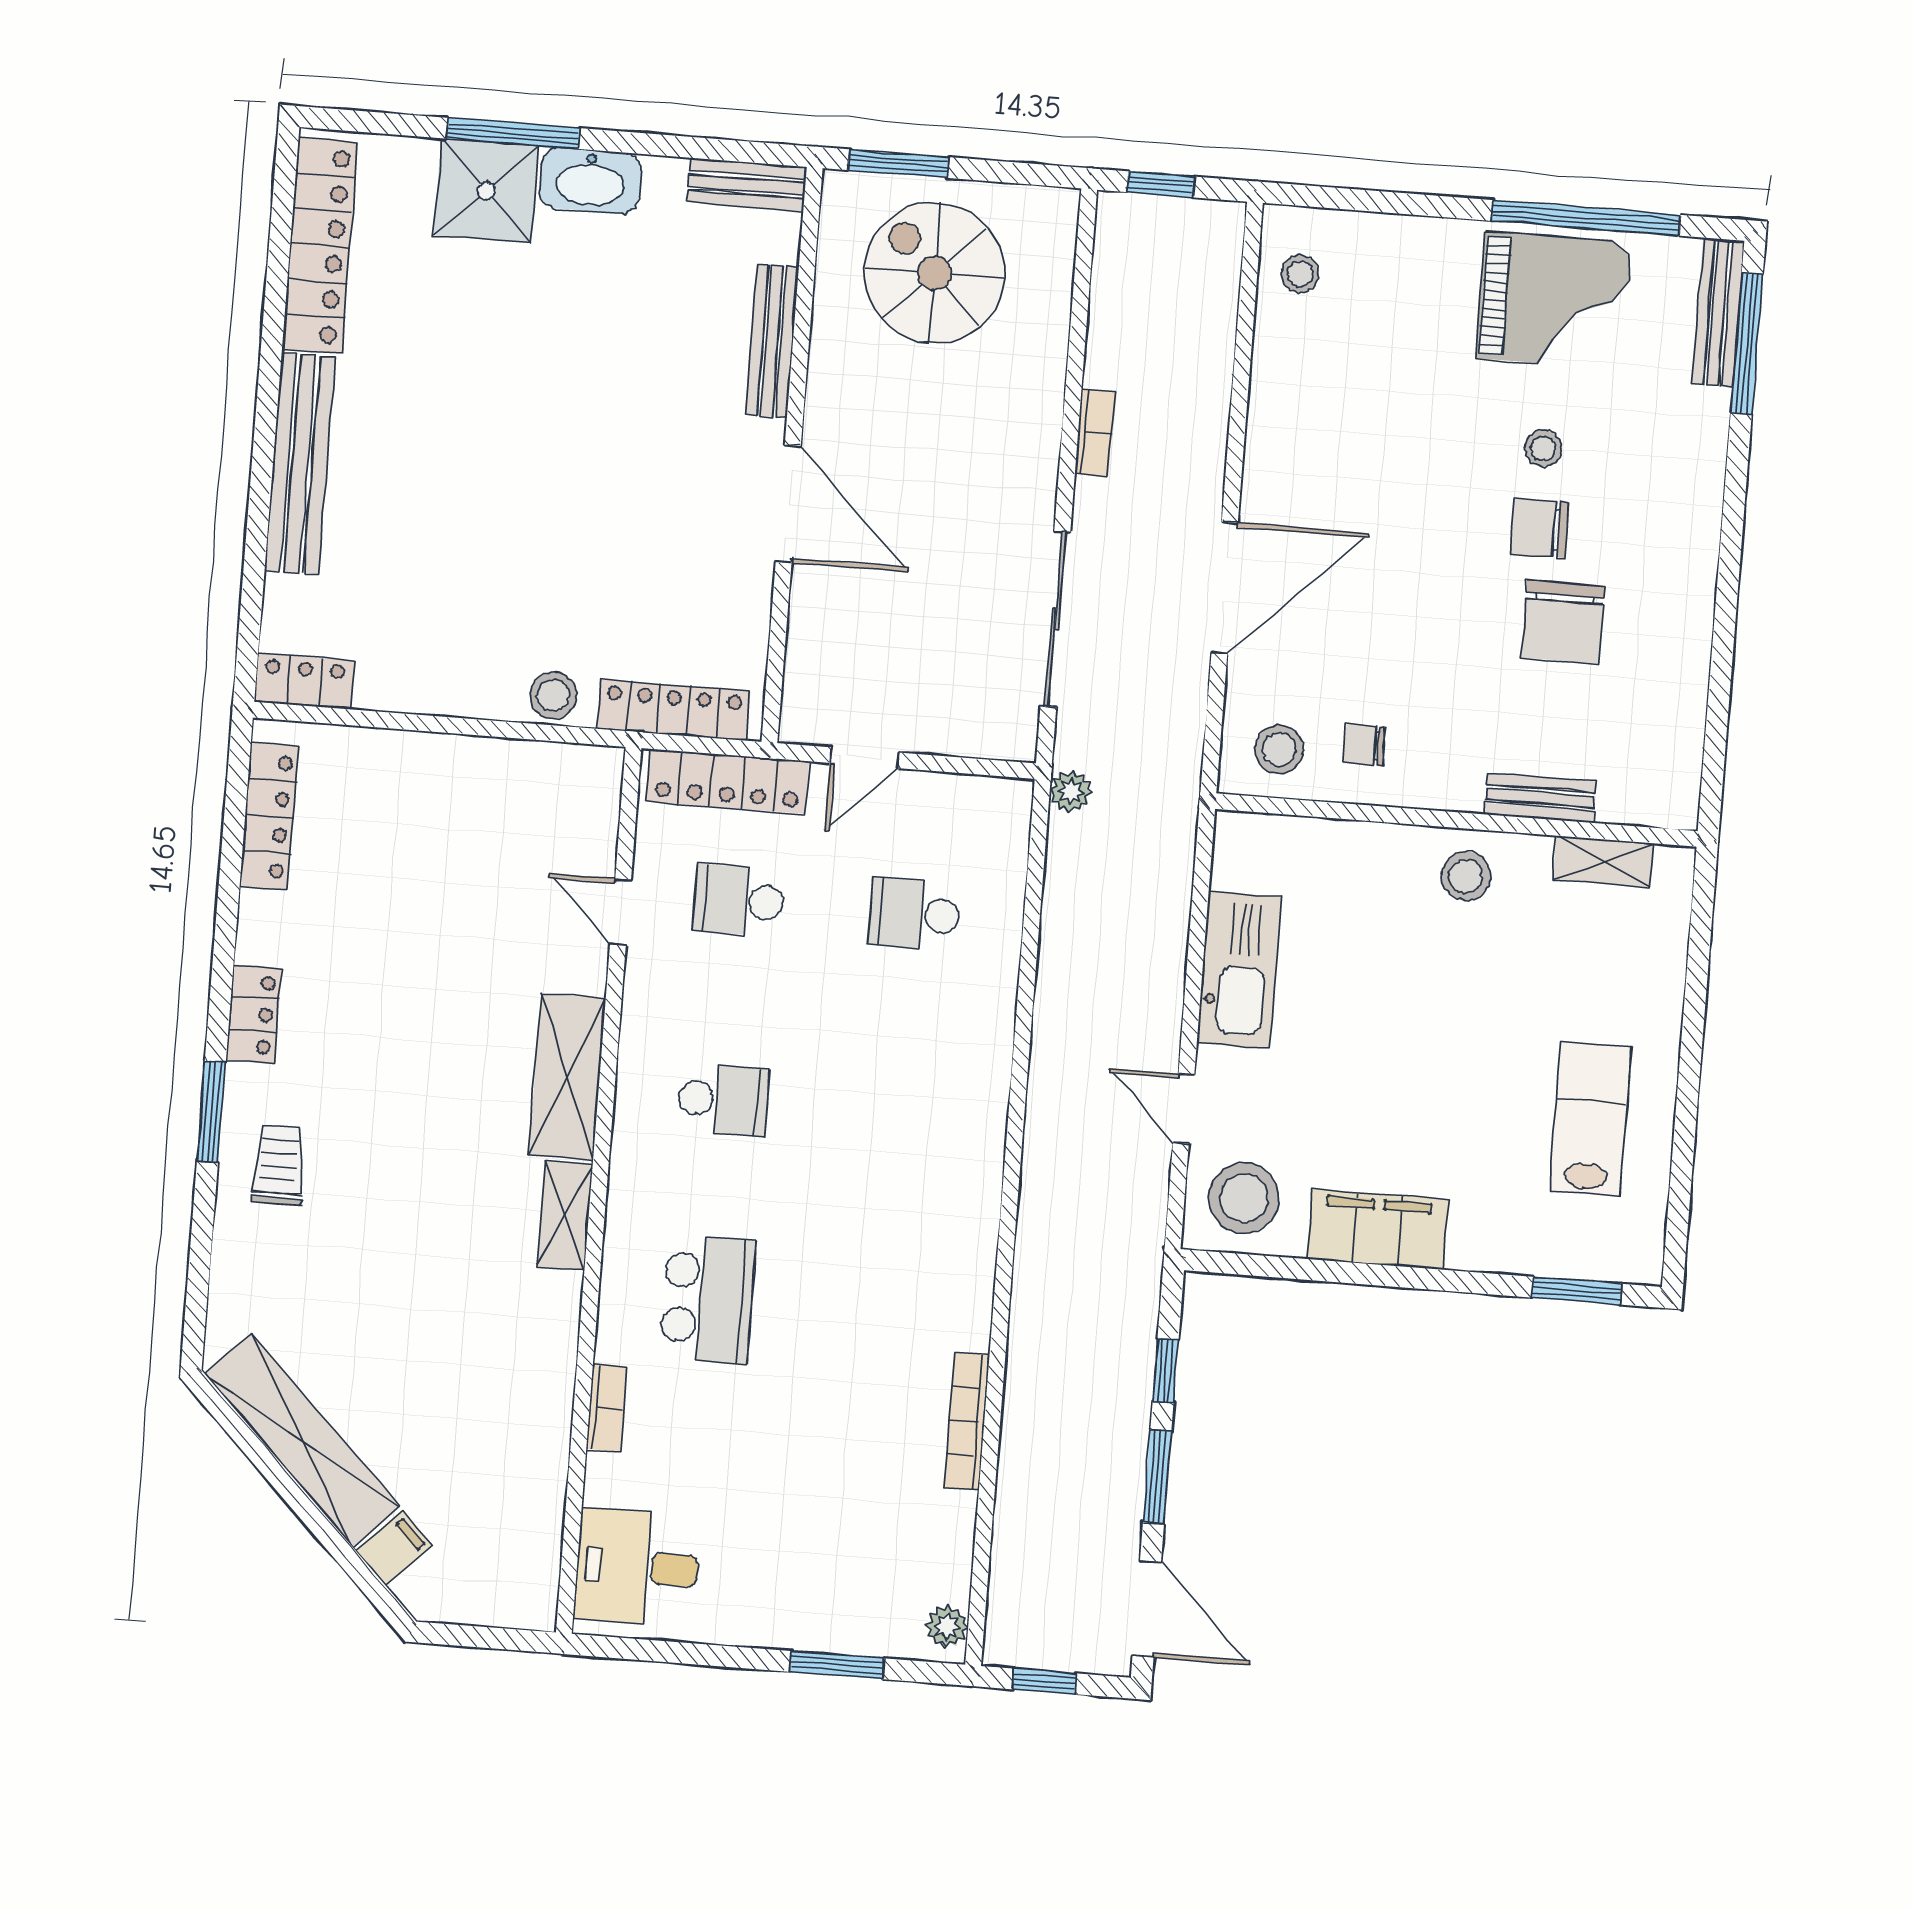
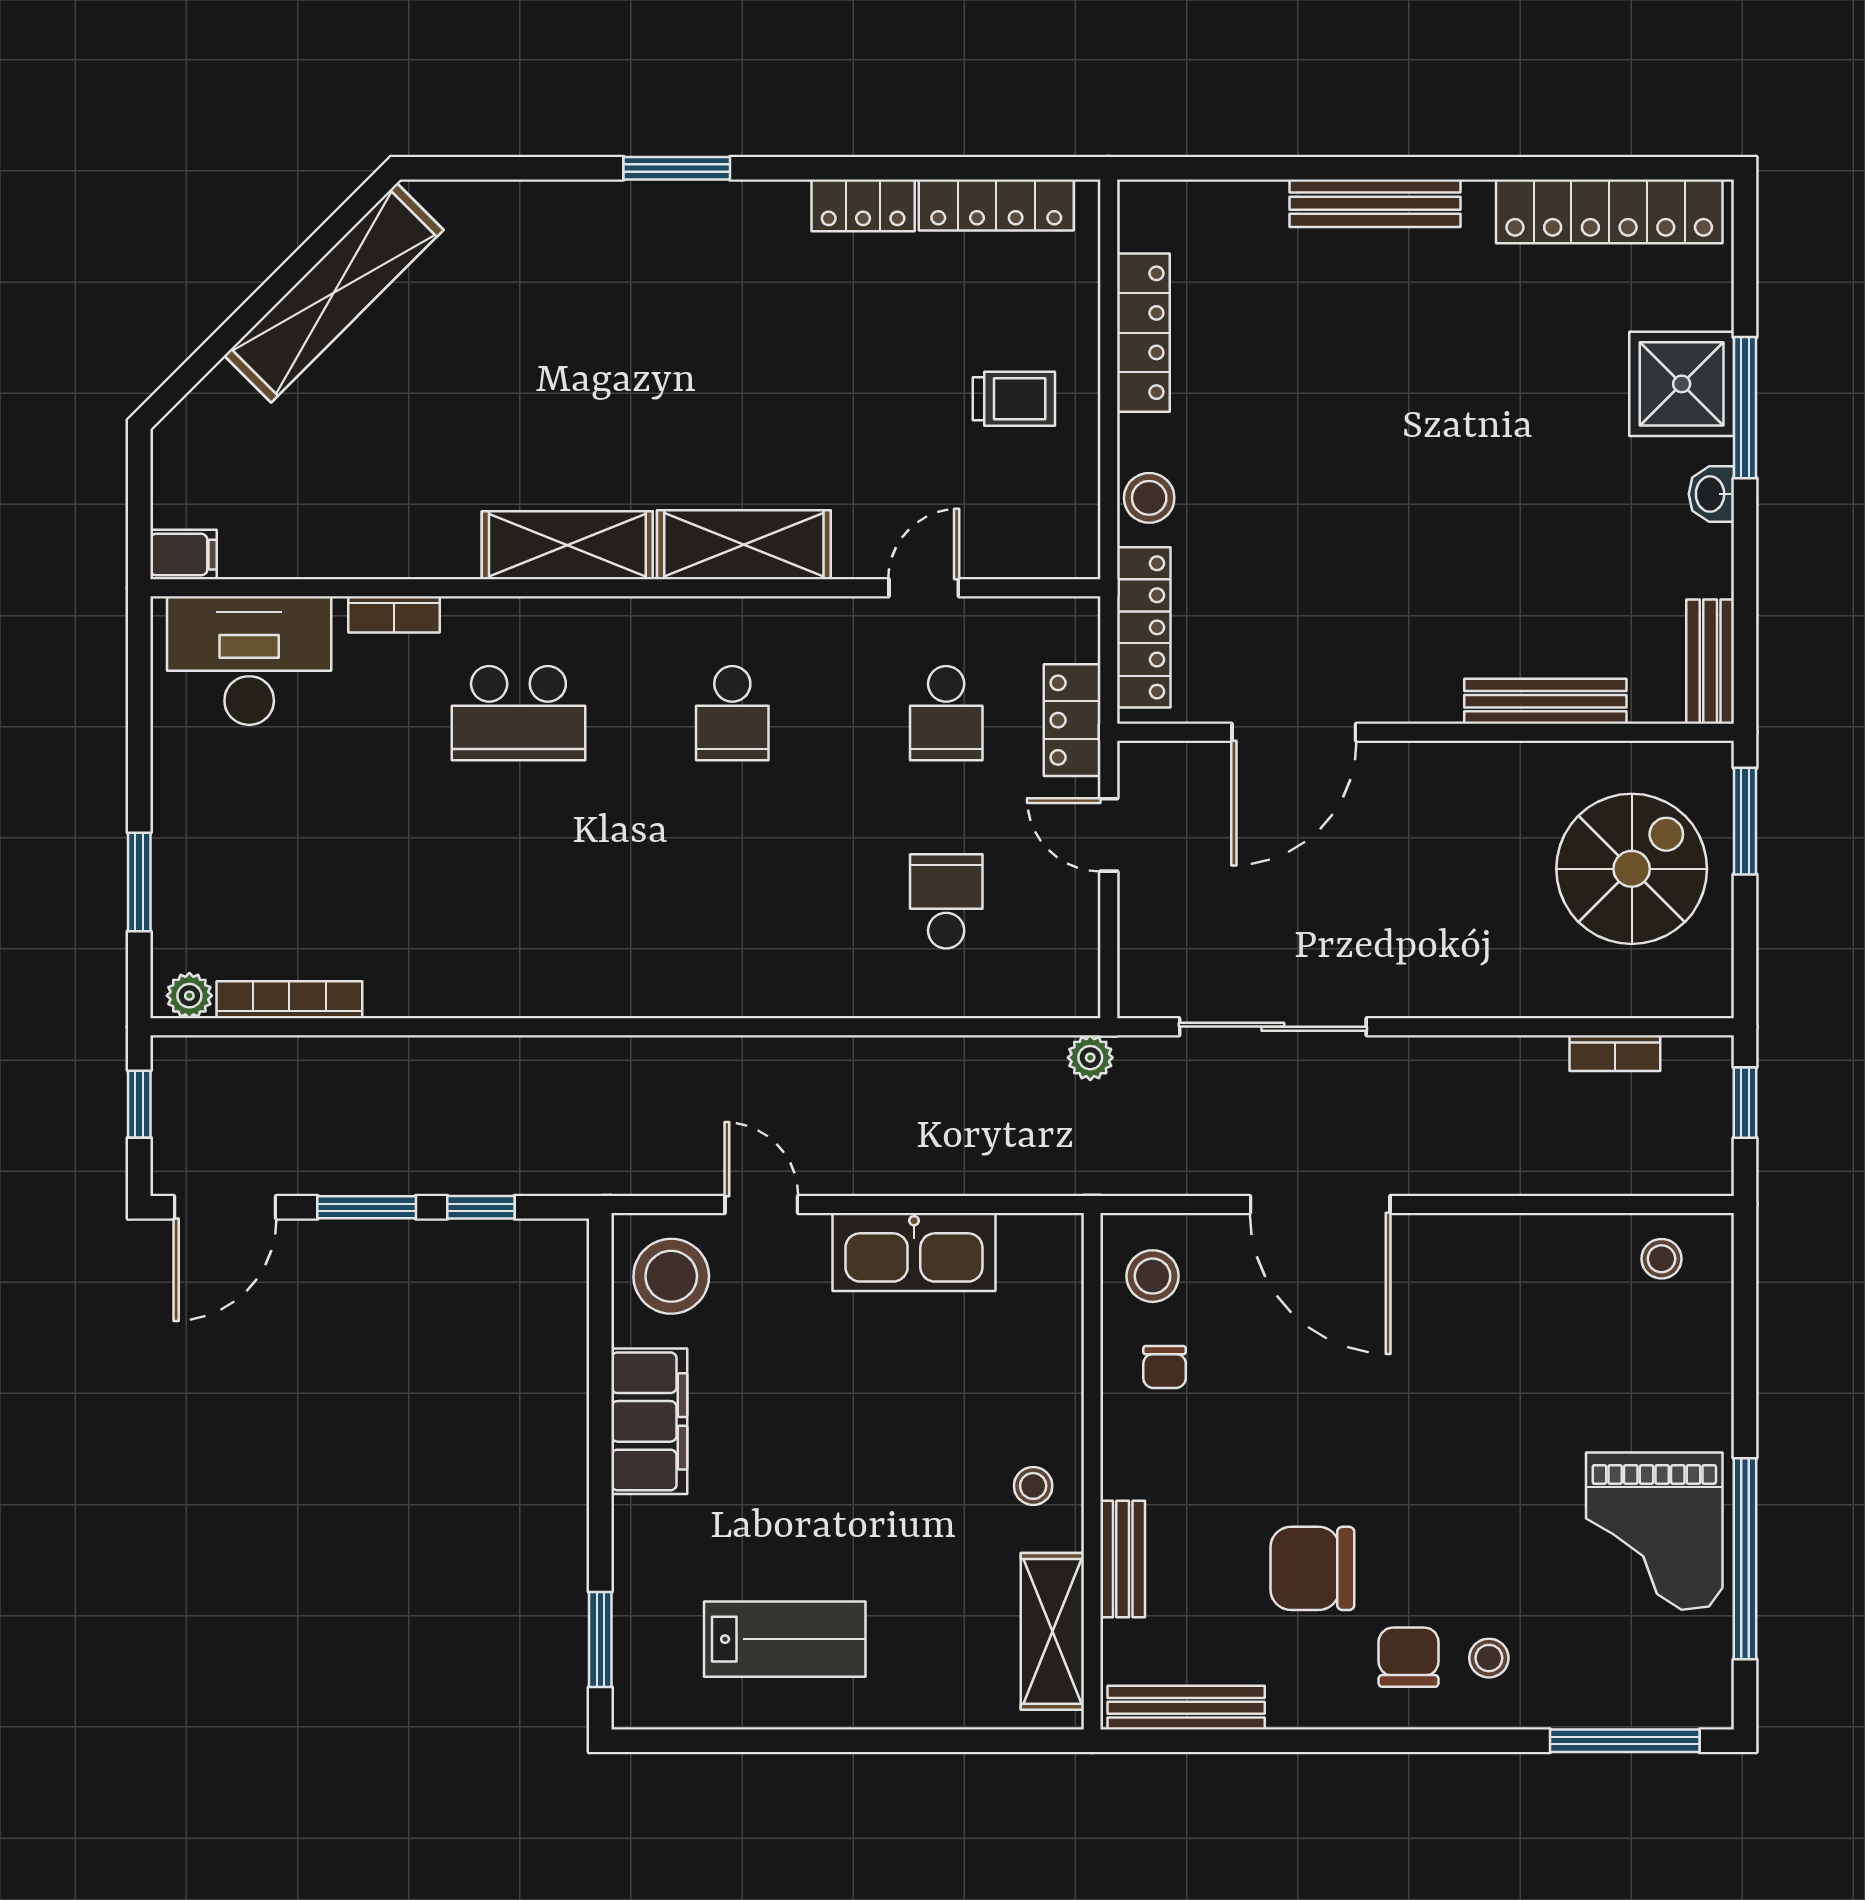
washbasin: (590, 180) -> (1711, 494), width x0.52, depth x0.69
bench: (1718, 312) -> (1186, 1708), moved
bookcase: (1095, 433) -> (1615, 1053), moved
stool: (1543, 448) -> (1489, 1658), moved
bench: (300, 464) -> (1375, 203), width x0.73, depth x0.82
door: (788, 504) -> (1294, 732), moved
chair: (1540, 528) -> (1409, 1657), moved
locker: (304, 681) -> (1143, 333), moved, width x1.53
chair: (1365, 745) -> (1165, 1367), turned 180
locker: (727, 781) -> (1072, 720), width x0.66
shelving: (1603, 861) -> (1052, 1631), width x1.50, depth x1.33
stool: (1466, 876) -> (1033, 1486), width x0.73, depth x0.73
school desk: (739, 900) -> (946, 713), turned 180
locker: (254, 1014) -> (863, 205), moved
door: (1184, 1109) -> (761, 1205), hinge flipped
trolley: (279, 1165) -> (1014, 399), moved
shelving: (565, 1215) -> (567, 545), width x1.50, depth x1.33
bookcase: (967, 1421) -> (289, 1000), moved
filing cabinet: (394, 1548) -> (183, 555), moved, turned -45
desk: (637, 1567) -> (249, 661), width x1.37

